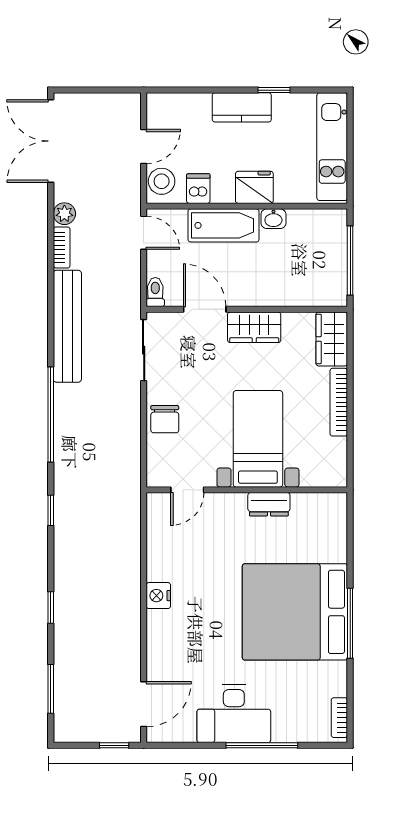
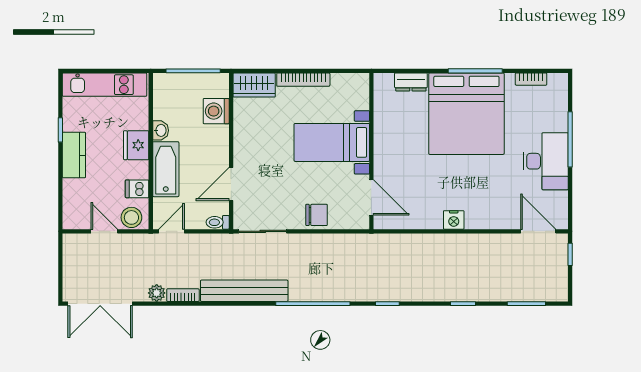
washing machine: (298, 290) -> (216, 111), added
wardrobe: (254, 327) -> (245, 145), removed
door: (187, 490) -> (371, 197), width x1.37
dresser: (269, 504) -> (411, 82), moved, turned 90
bookcase: (339, 718) -> (531, 79), moved

